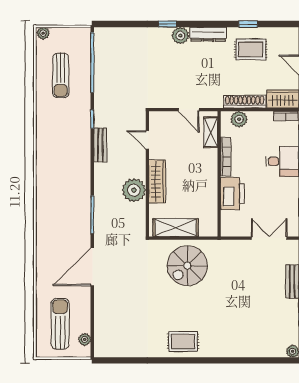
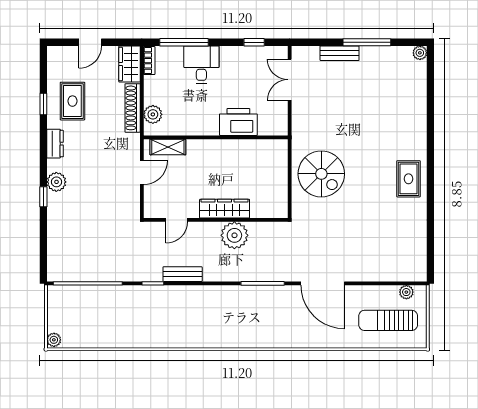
dresser: (208, 34) -> (55, 144), width x0.70
sun lounger: (61, 75) -> (102, 320), removed
bookcase: (226, 157) -> (196, 130), removed
shelving: (176, 228) -> (278, 188), removed

